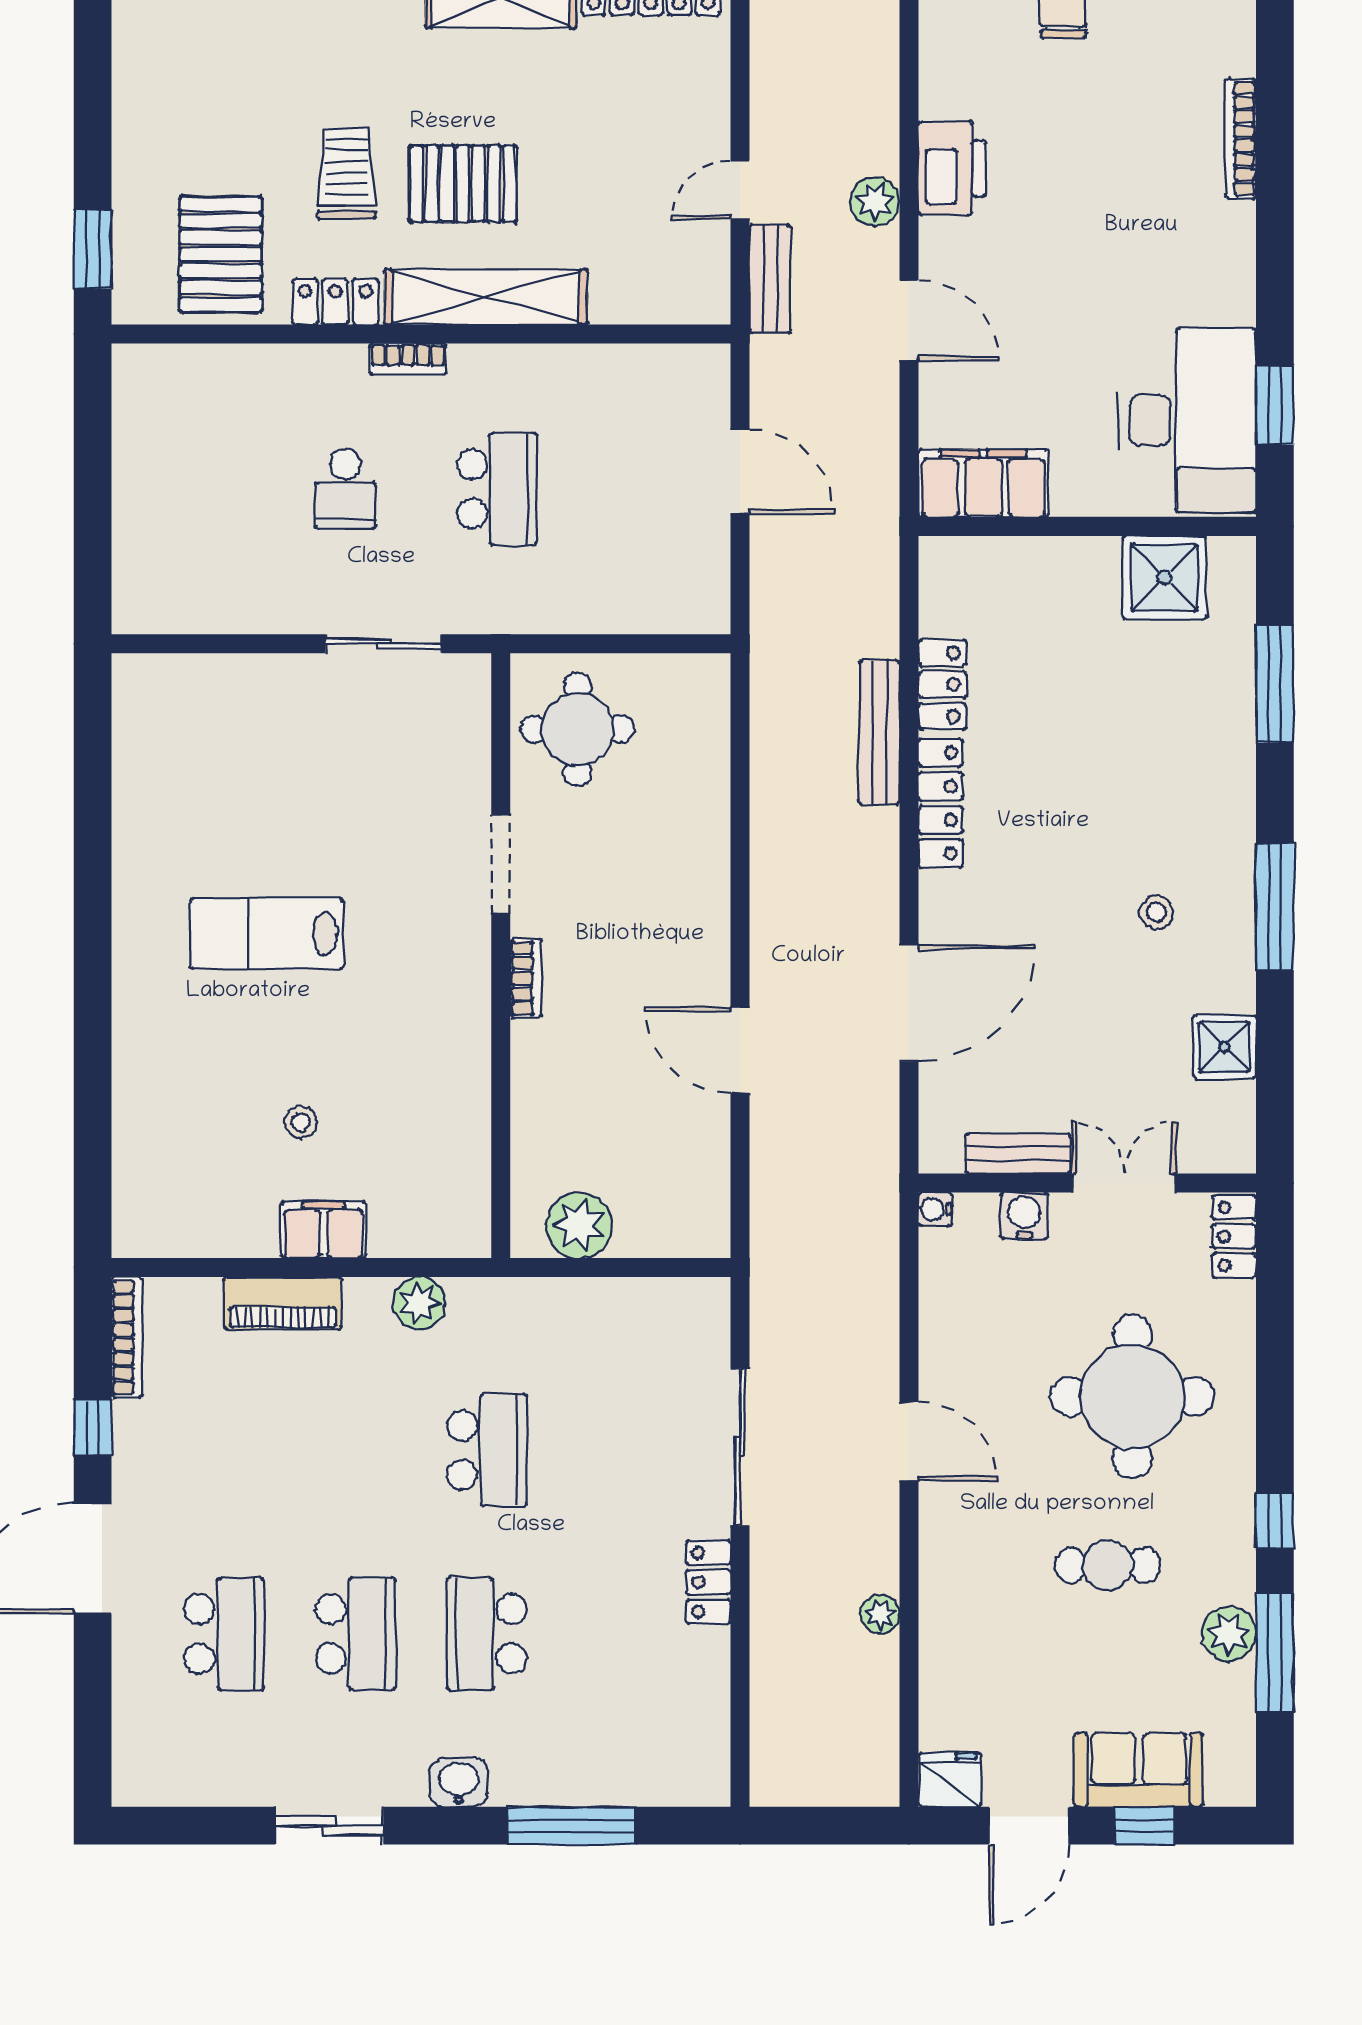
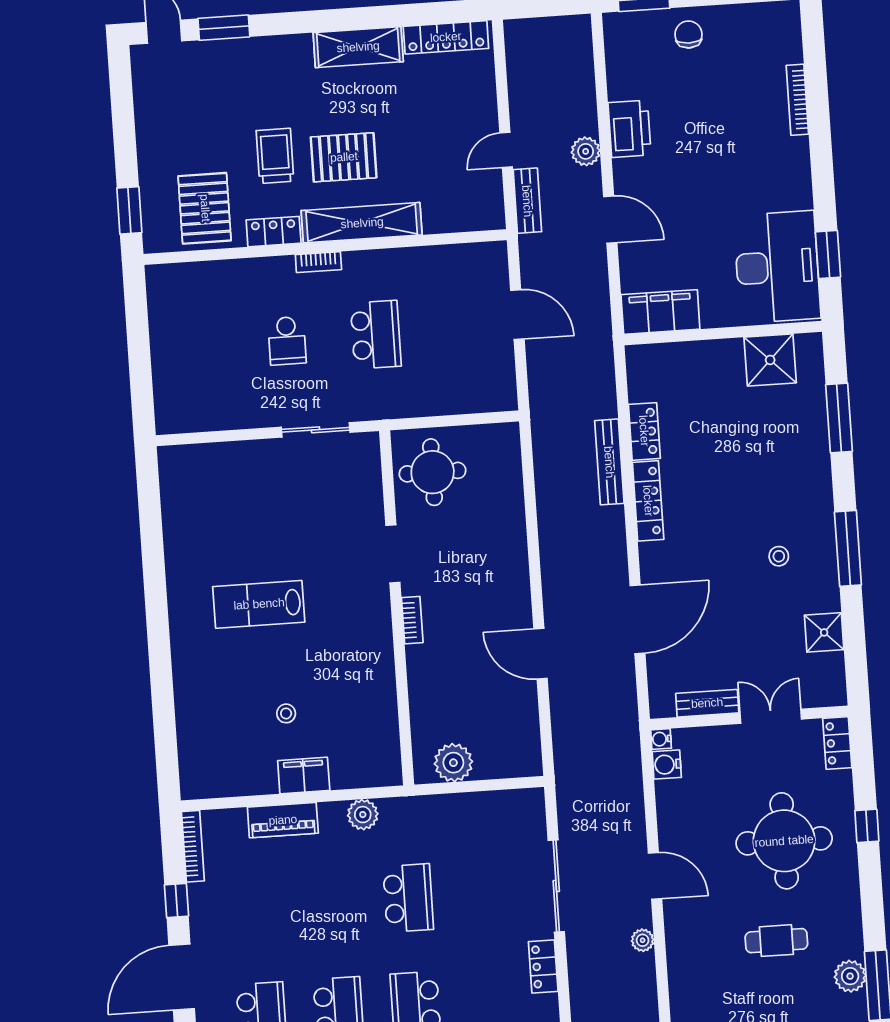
water cooler: (1024, 1216) -> (667, 764), moved, turned -90
window: (1275, 1521) -> (867, 826), moved
plant: (880, 1614) -> (643, 940), moved

